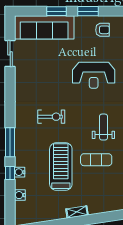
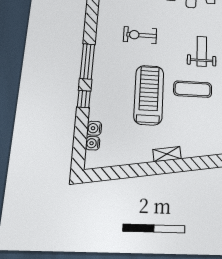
exercise bike: (51, 117) -> (140, 35), turned 180
water cooler: (20, 172) -> (93, 143), moved

